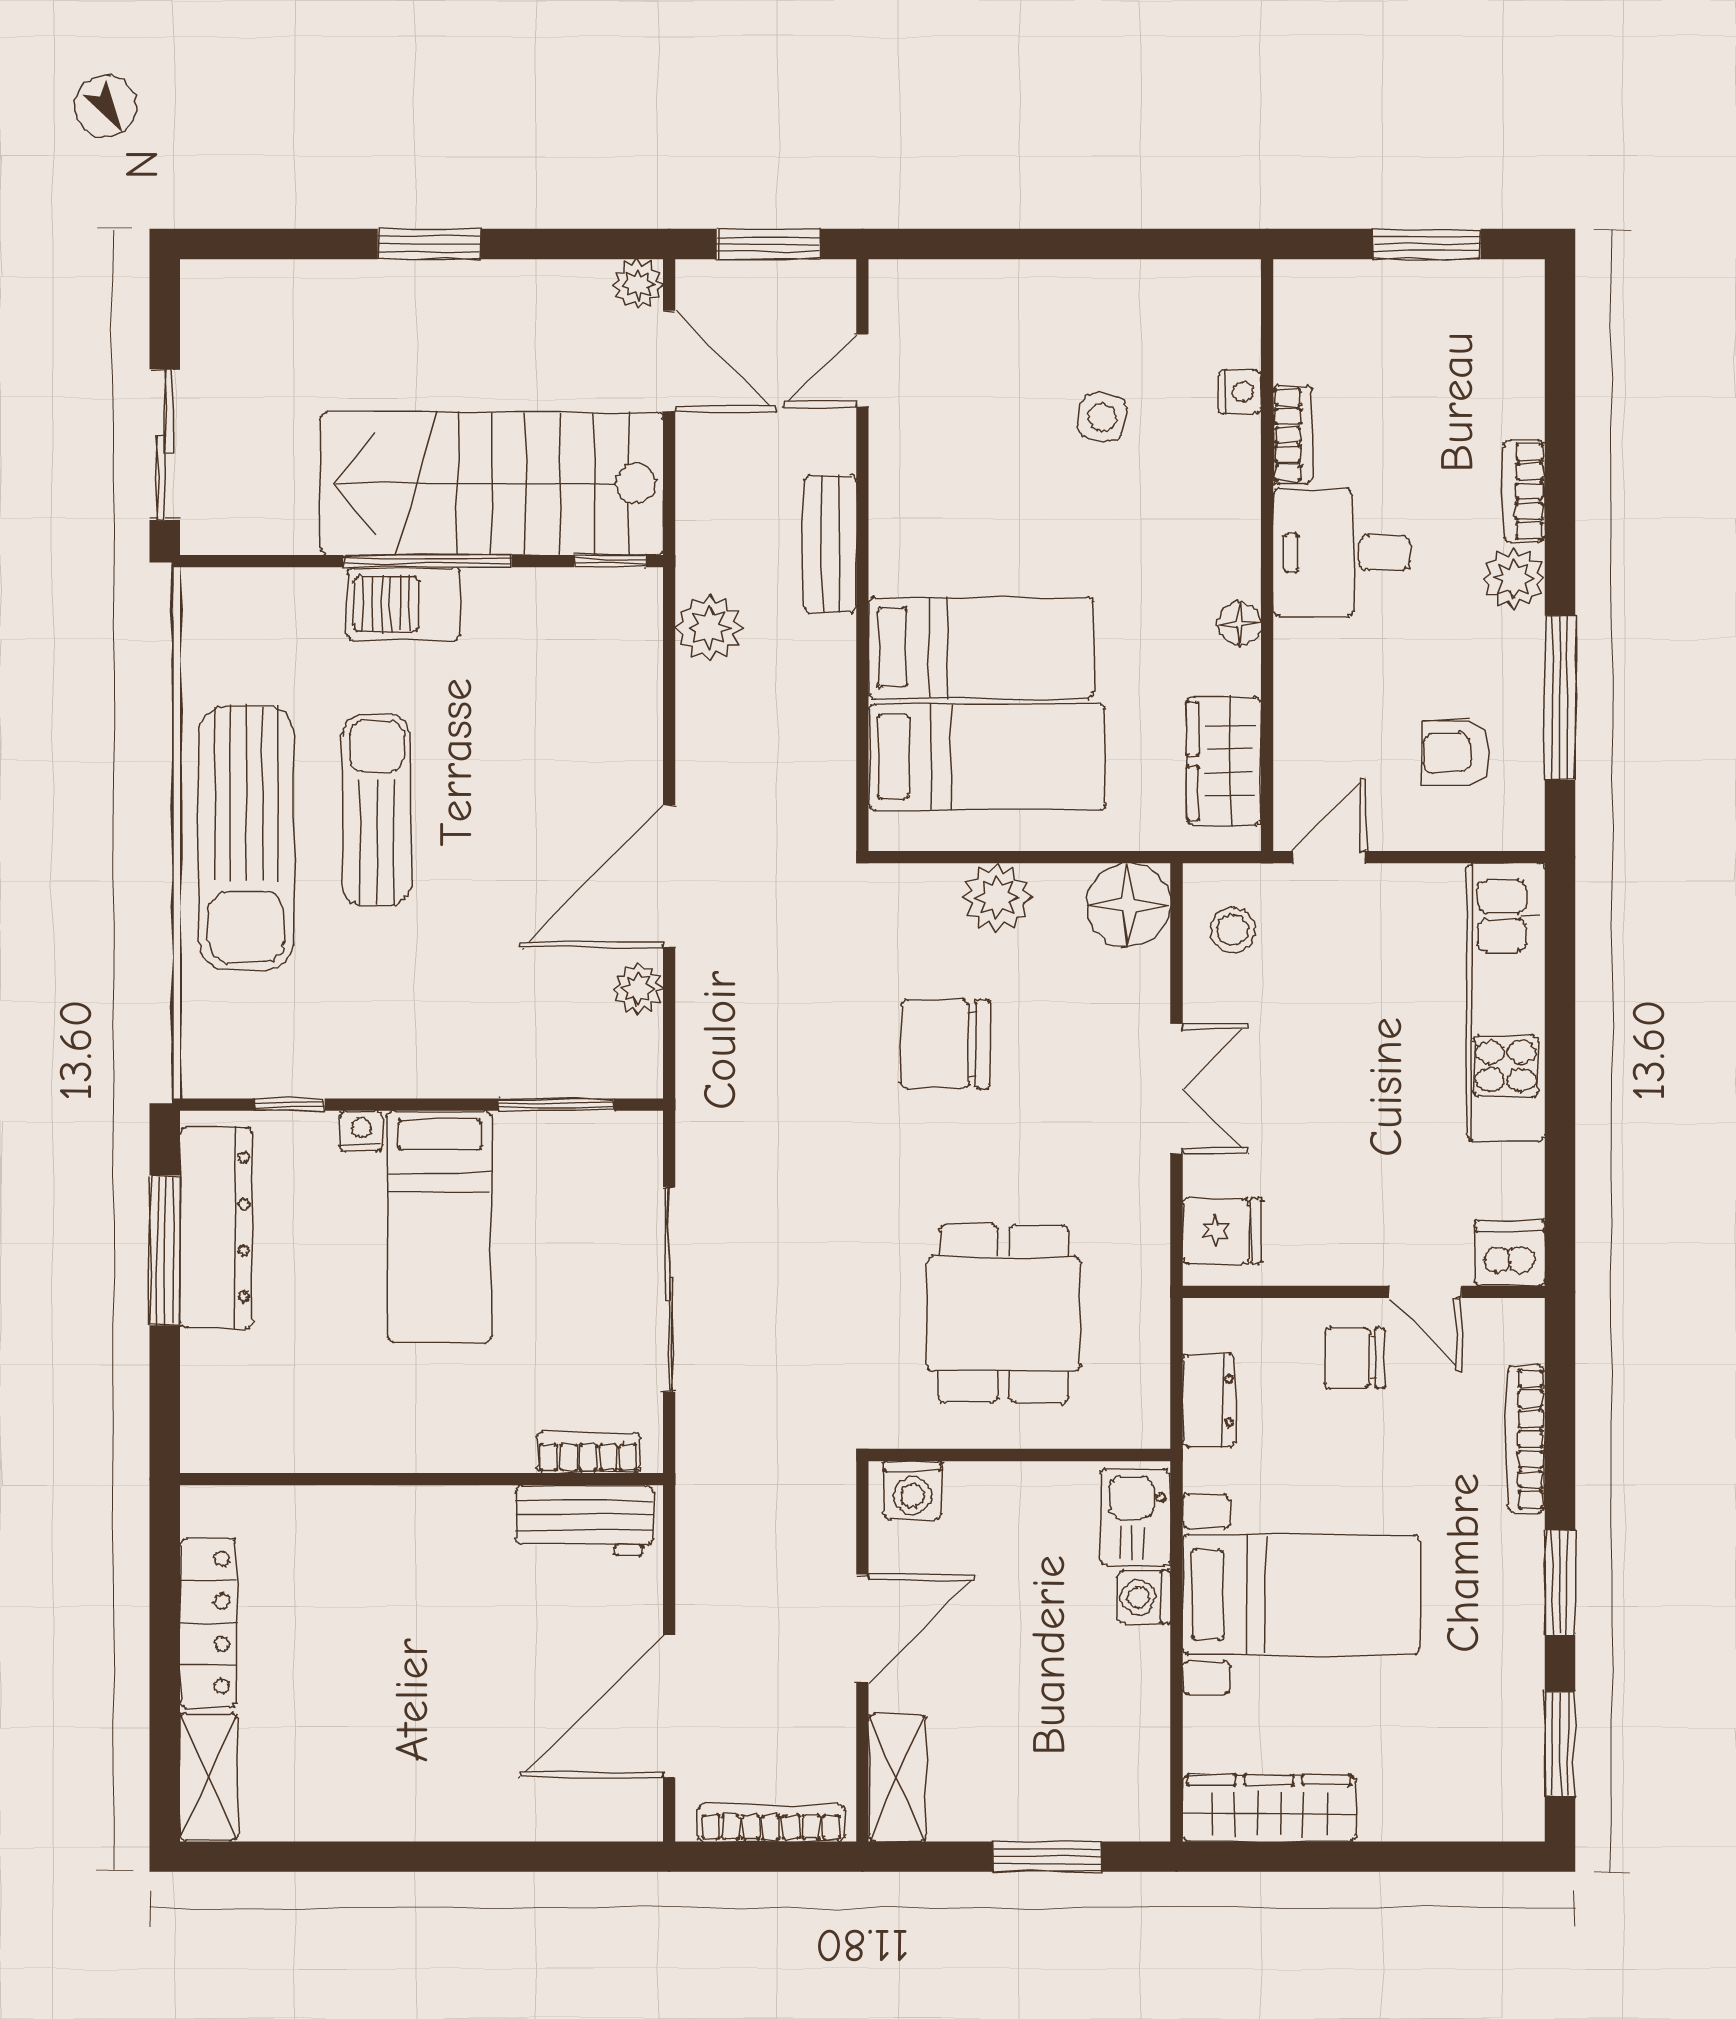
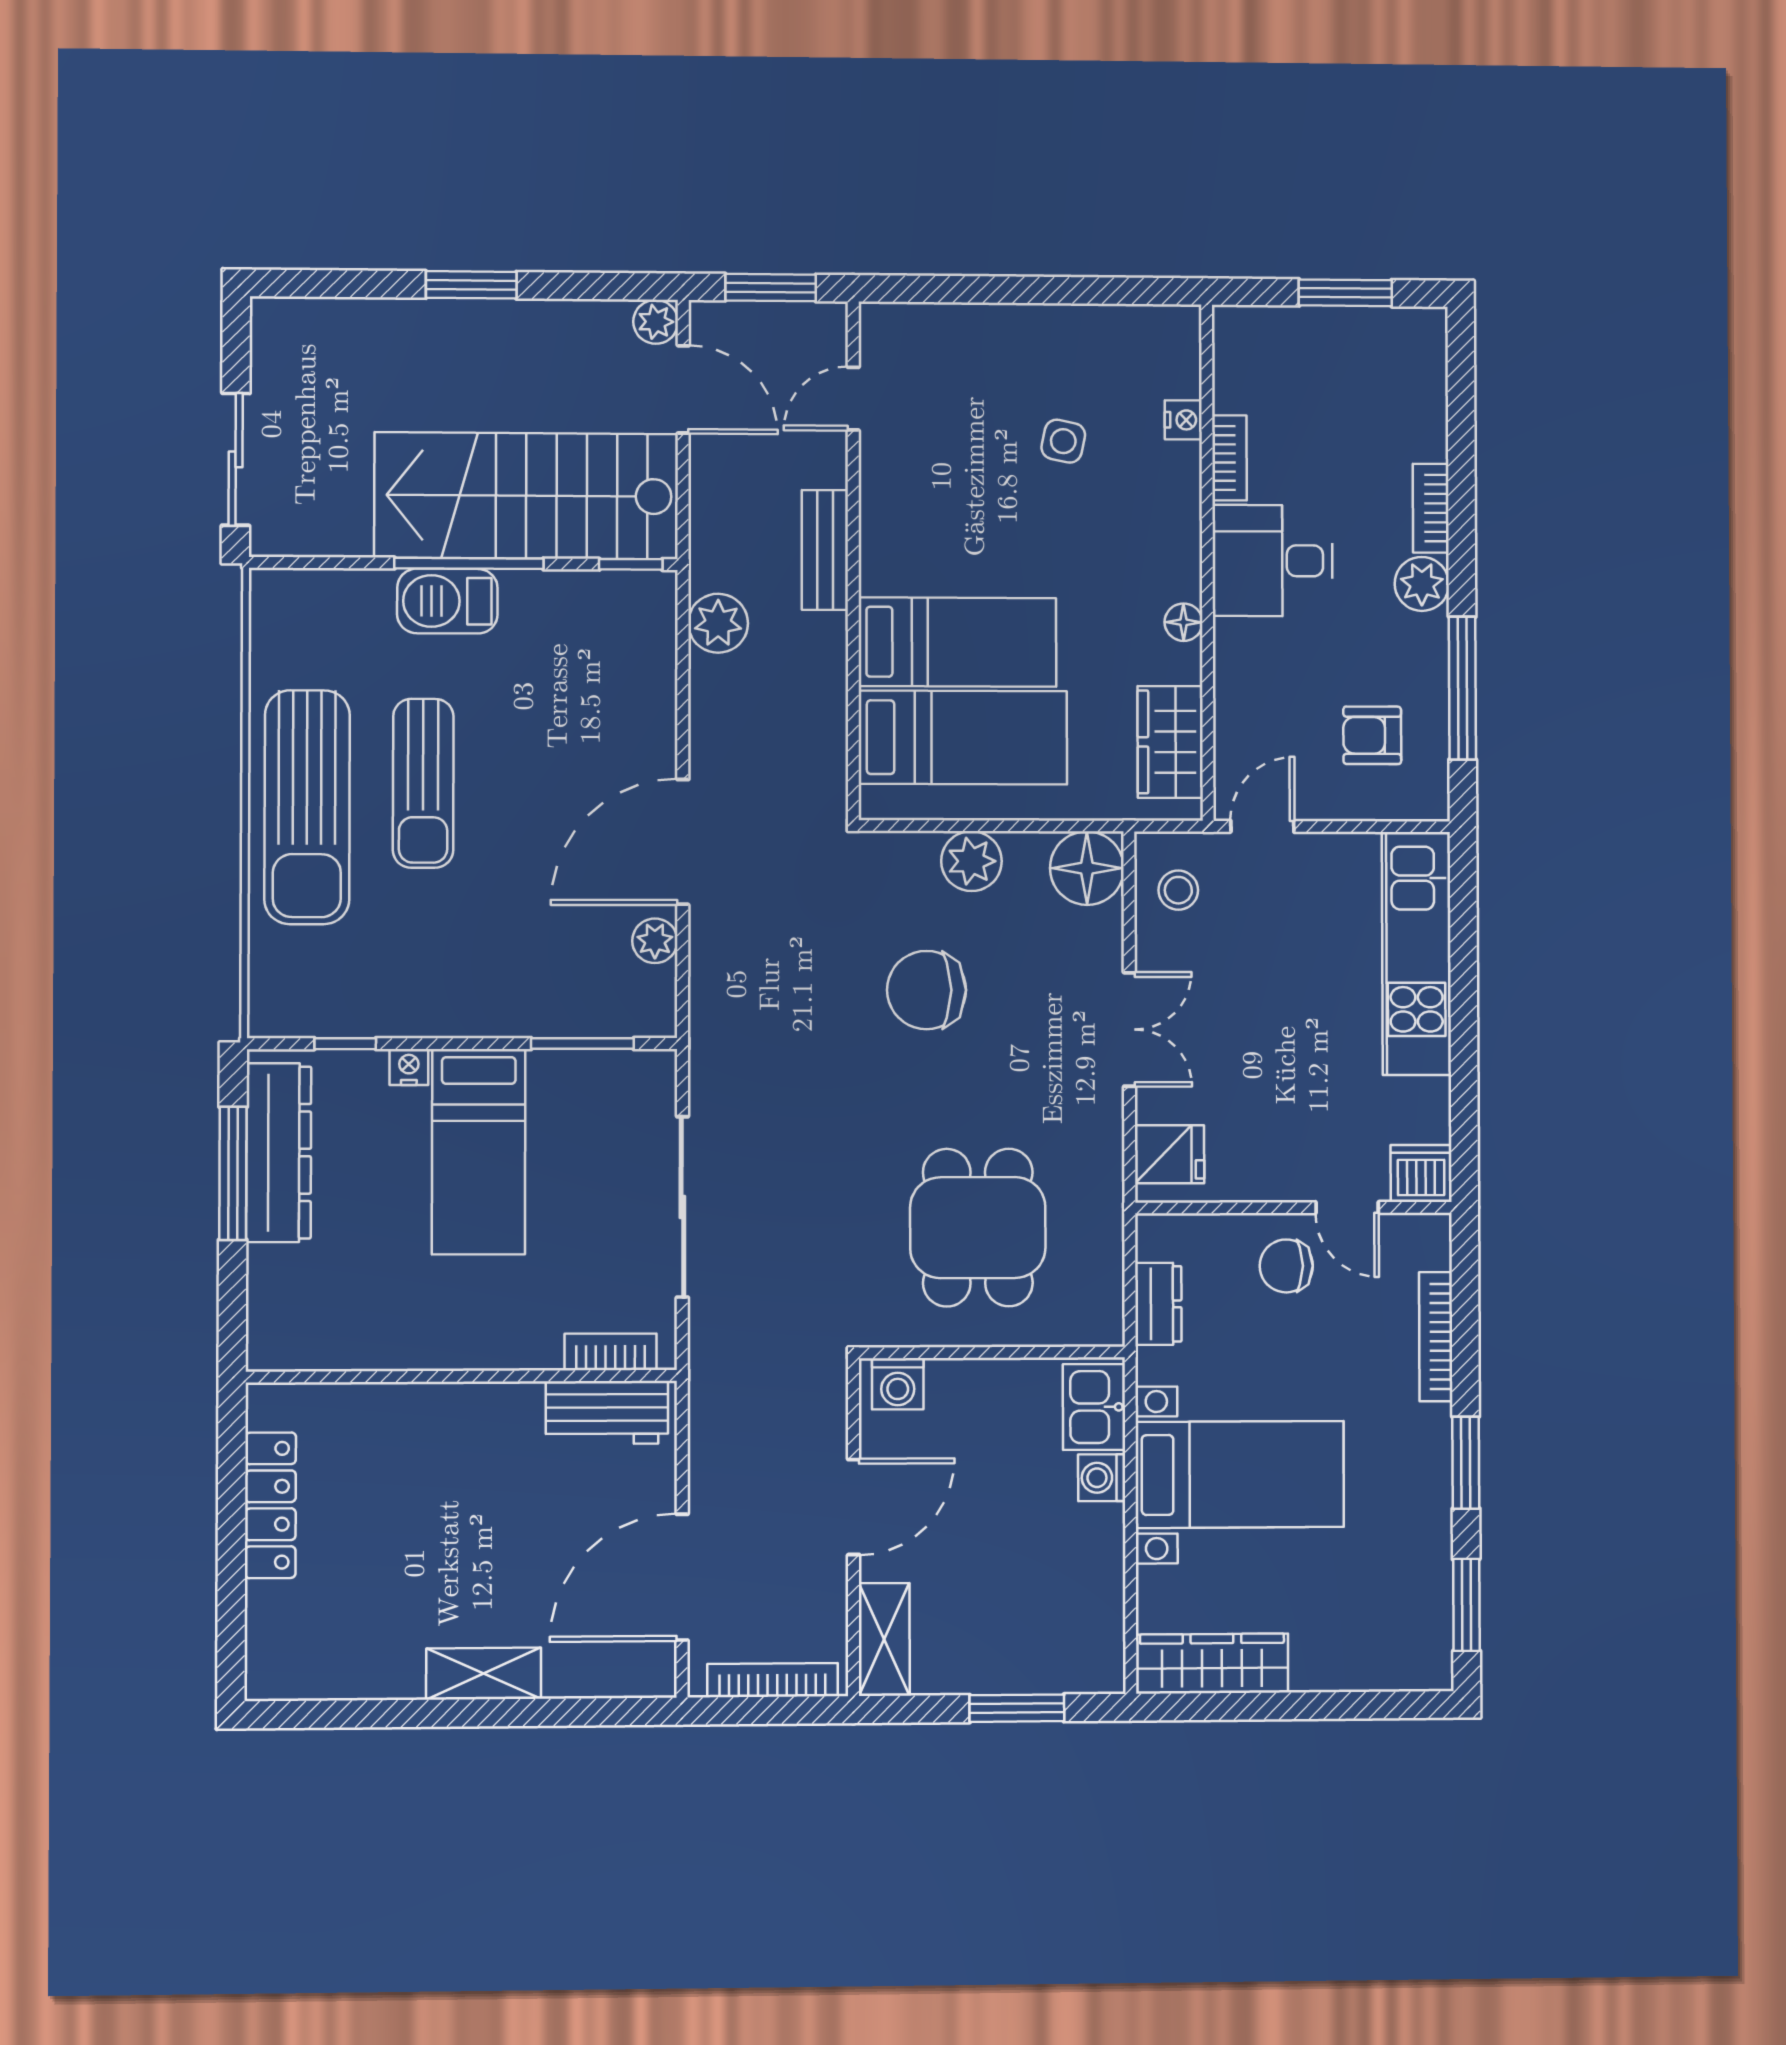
sun lounger: (376, 811) -> (423, 783), turned 180
shelving: (209, 1776) -> (484, 1674), moved, turned 90

